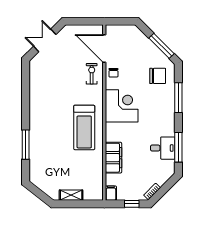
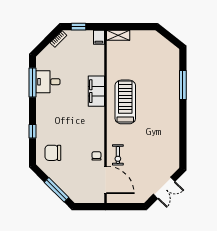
window: (162, 46) -> (57, 190), moved
window: (178, 98) -> (33, 131), width x0.46
corner desk: (122, 106) -> (88, 123), removed
filing cabinet: (114, 158) -> (96, 91), moved
shelving: (71, 195) -> (118, 35), moved

